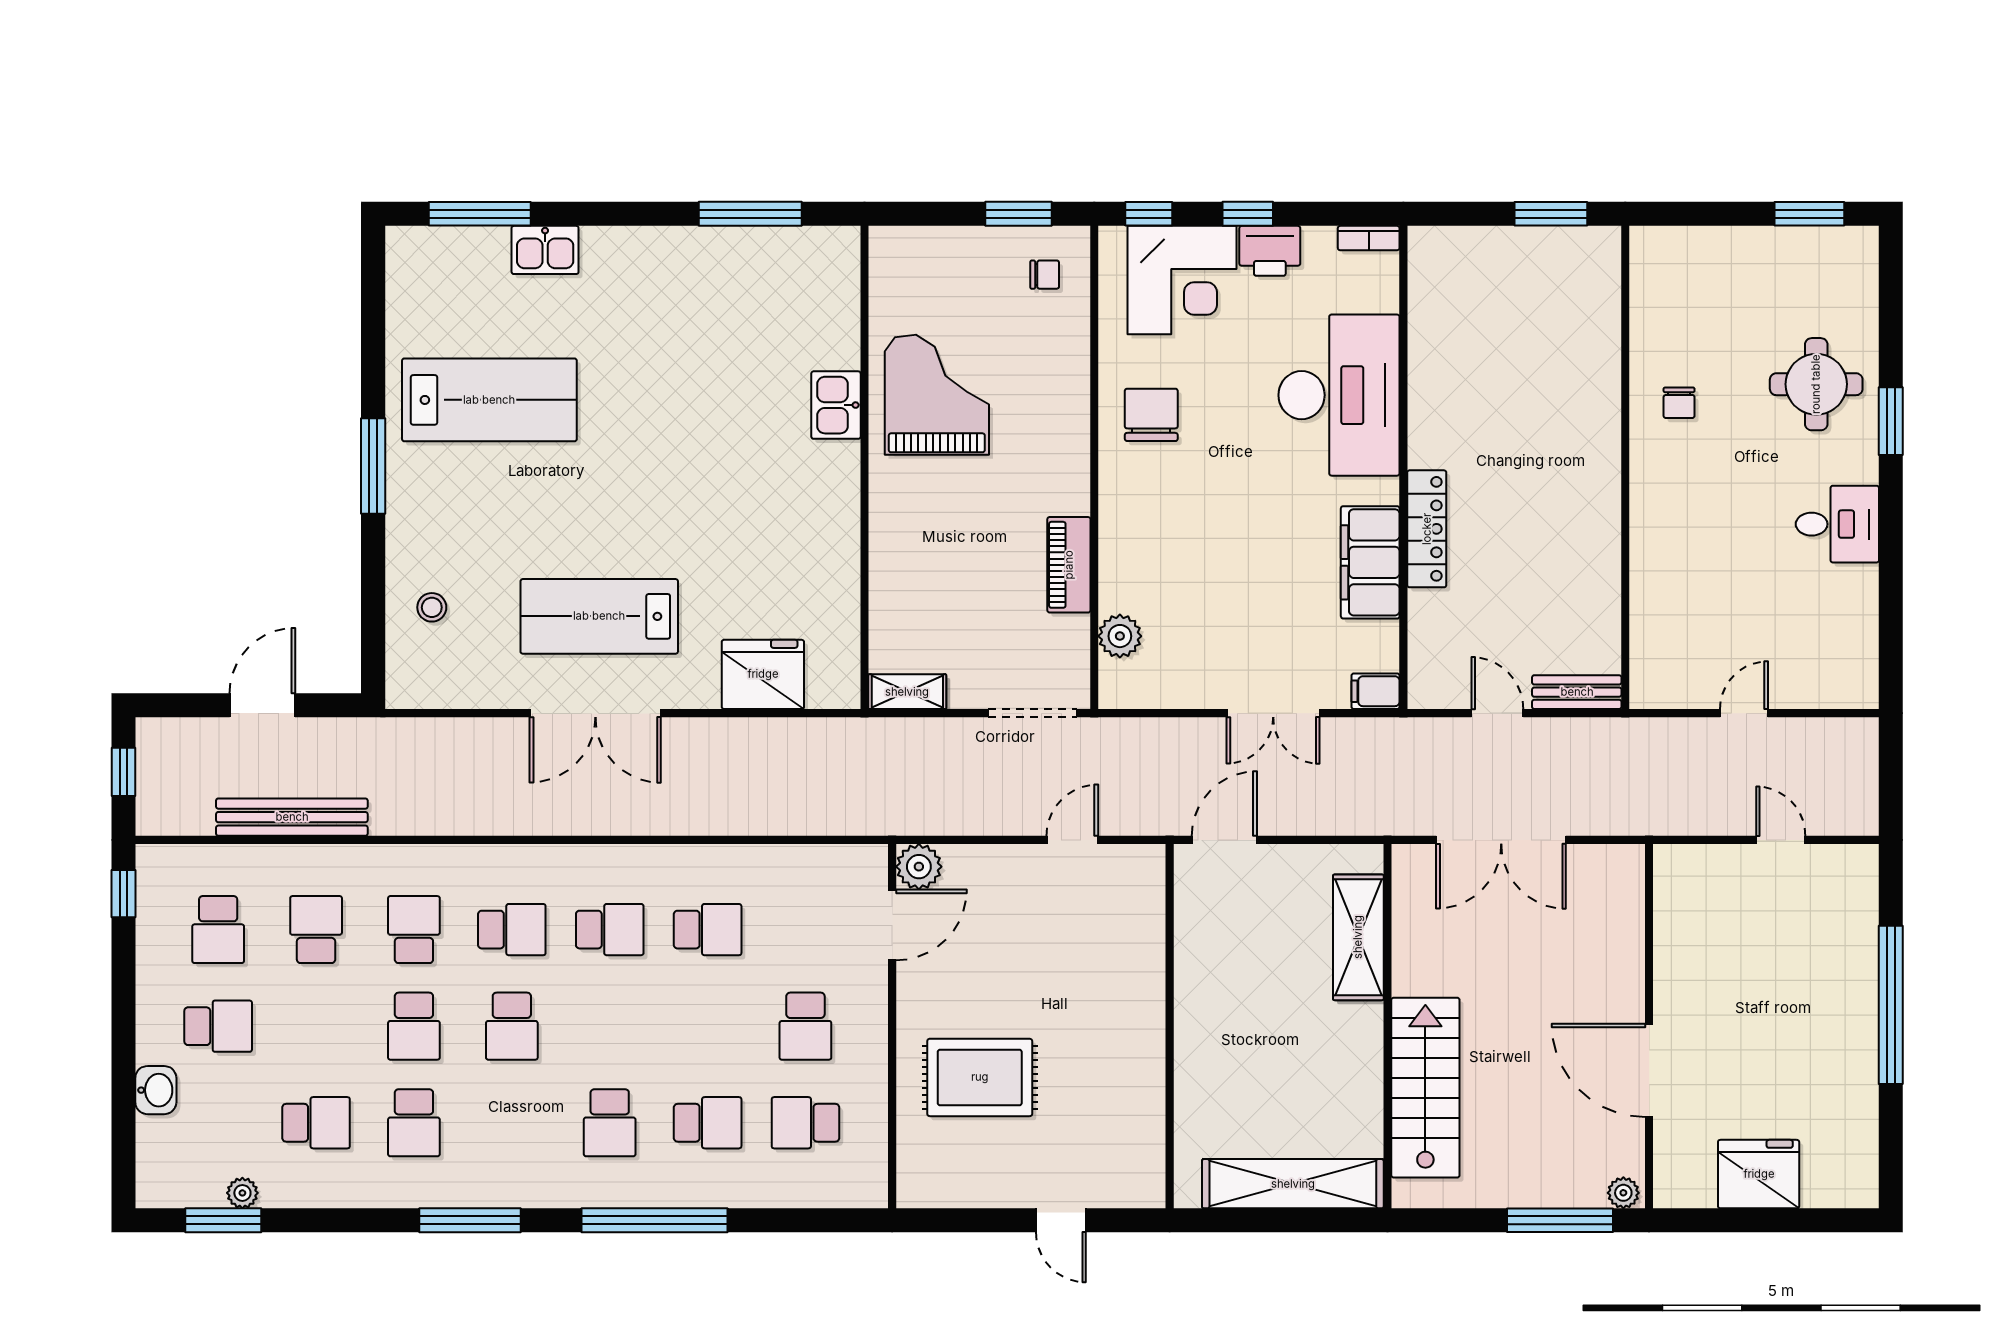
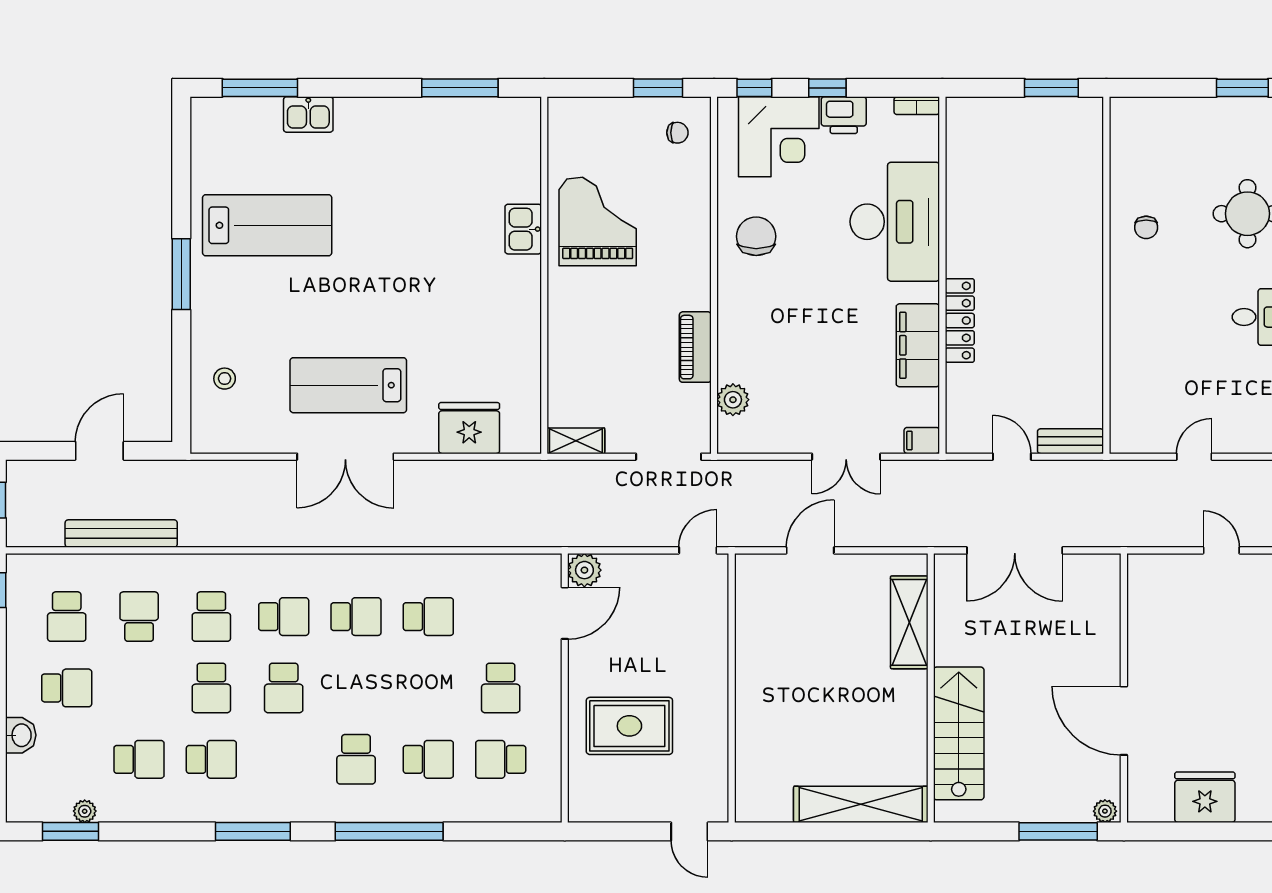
school desk: (414, 930) -> (211, 617), turned 180
wall: (1170, 1026) -> (732, 688), moved
school desk: (414, 1123) -> (211, 759), turned -90

